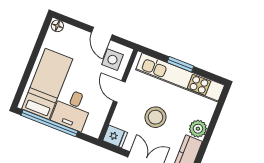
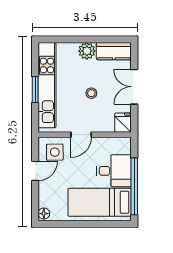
stool: (155, 117) -> (91, 93), width x0.53, depth x0.53

